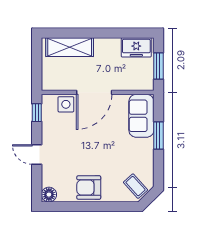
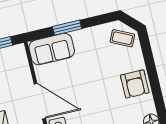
coffee table: (136, 186) -> (122, 38), turned 68

